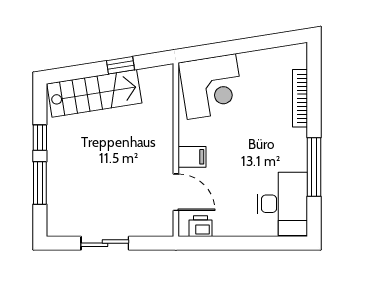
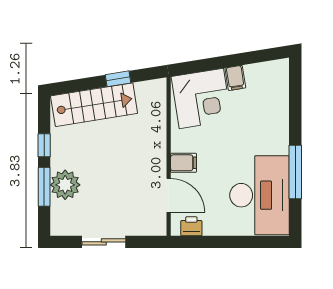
filing cabinet: (249, 64) -> (235, 78), added
bookcase: (300, 98) -> (282, 109), removed
plant: (63, 181) -> (65, 185), added
desk: (282, 204) -> (260, 195), width x1.36, depth x1.30

